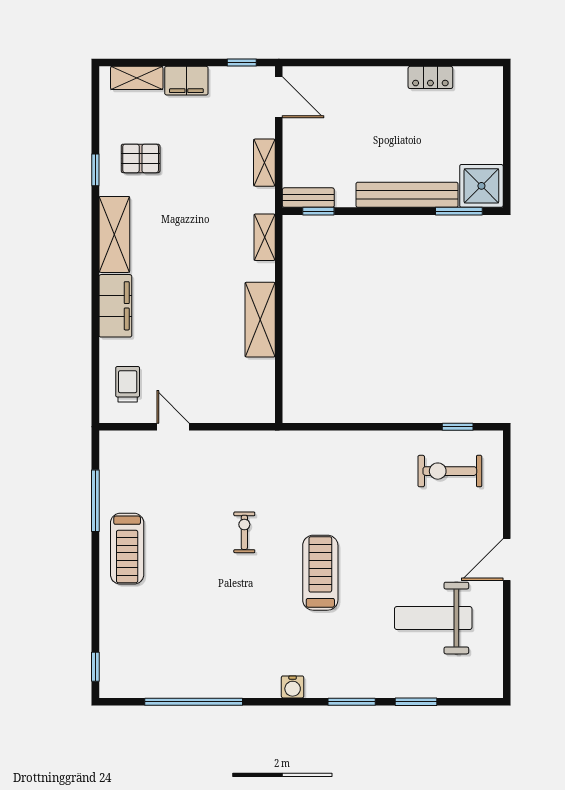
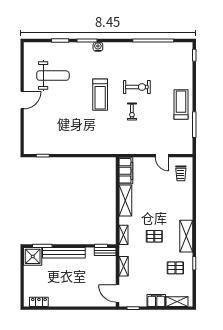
locker: (430, 77) -> (39, 302), moved
pallet: (191, 234) -> (154, 236), added
filing cabinet: (115, 306) -> (126, 171), moved, turned 180
exercise bike: (450, 471) -> (137, 87), moved
water cooler: (293, 687) -> (98, 47), moved

